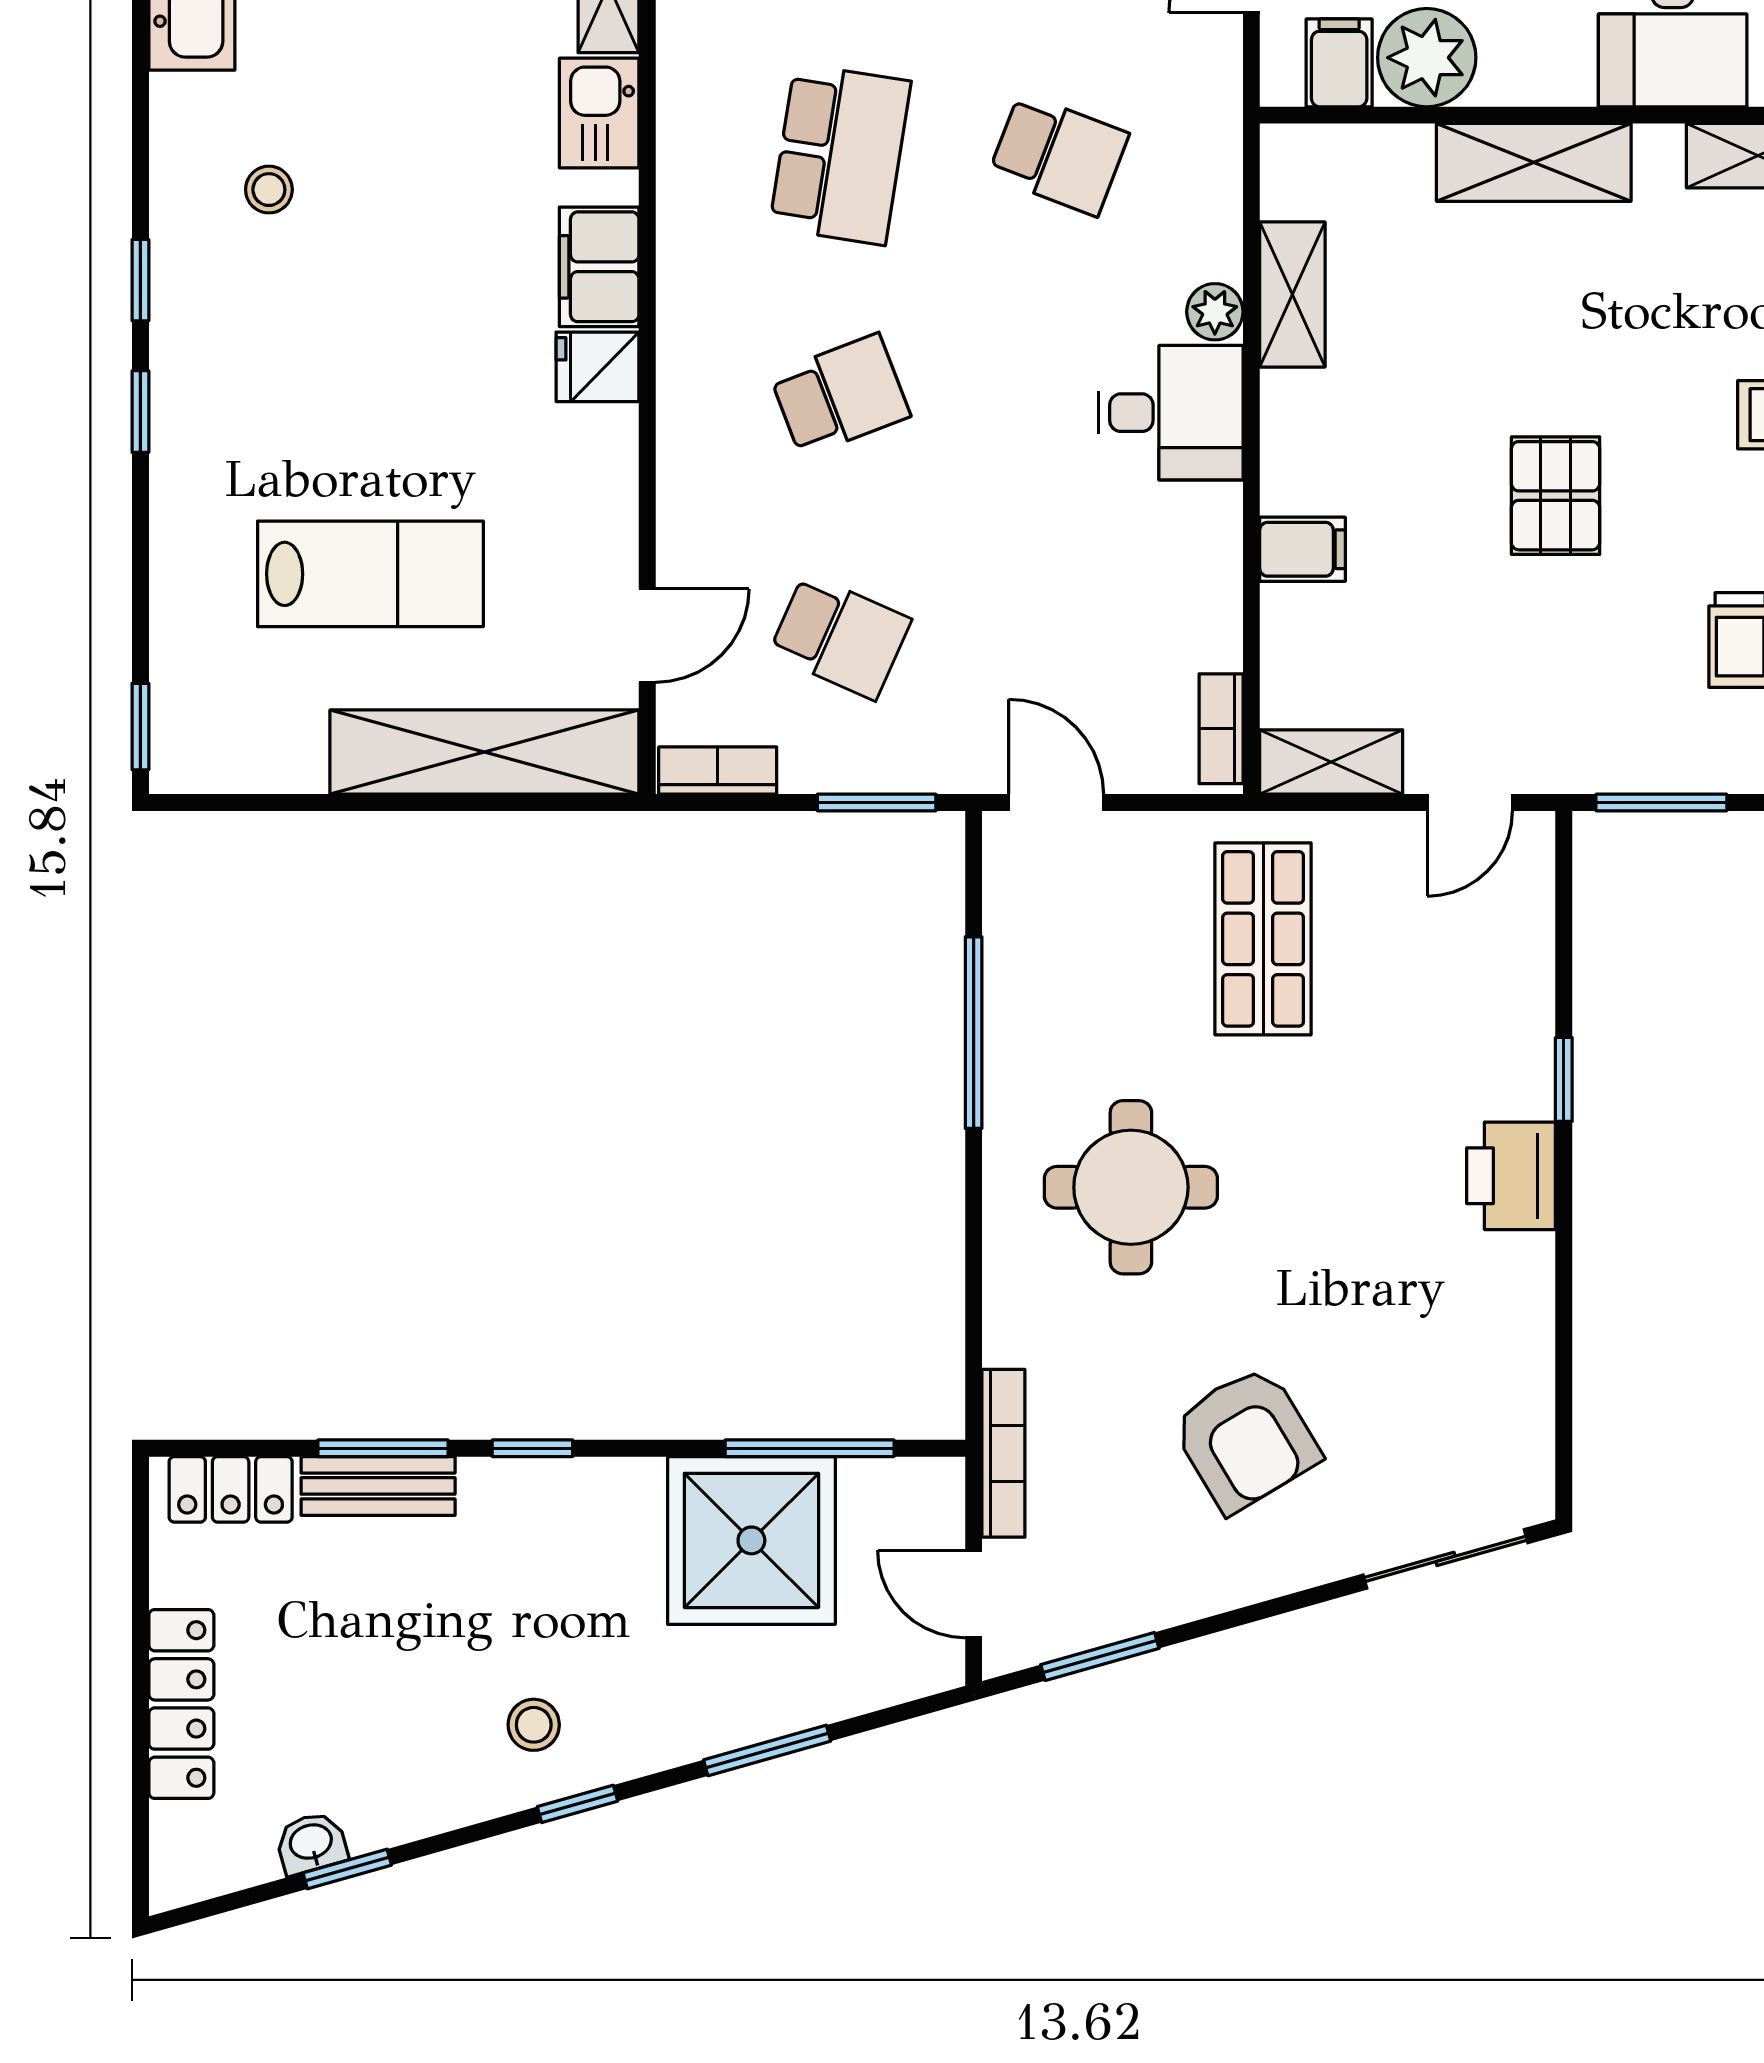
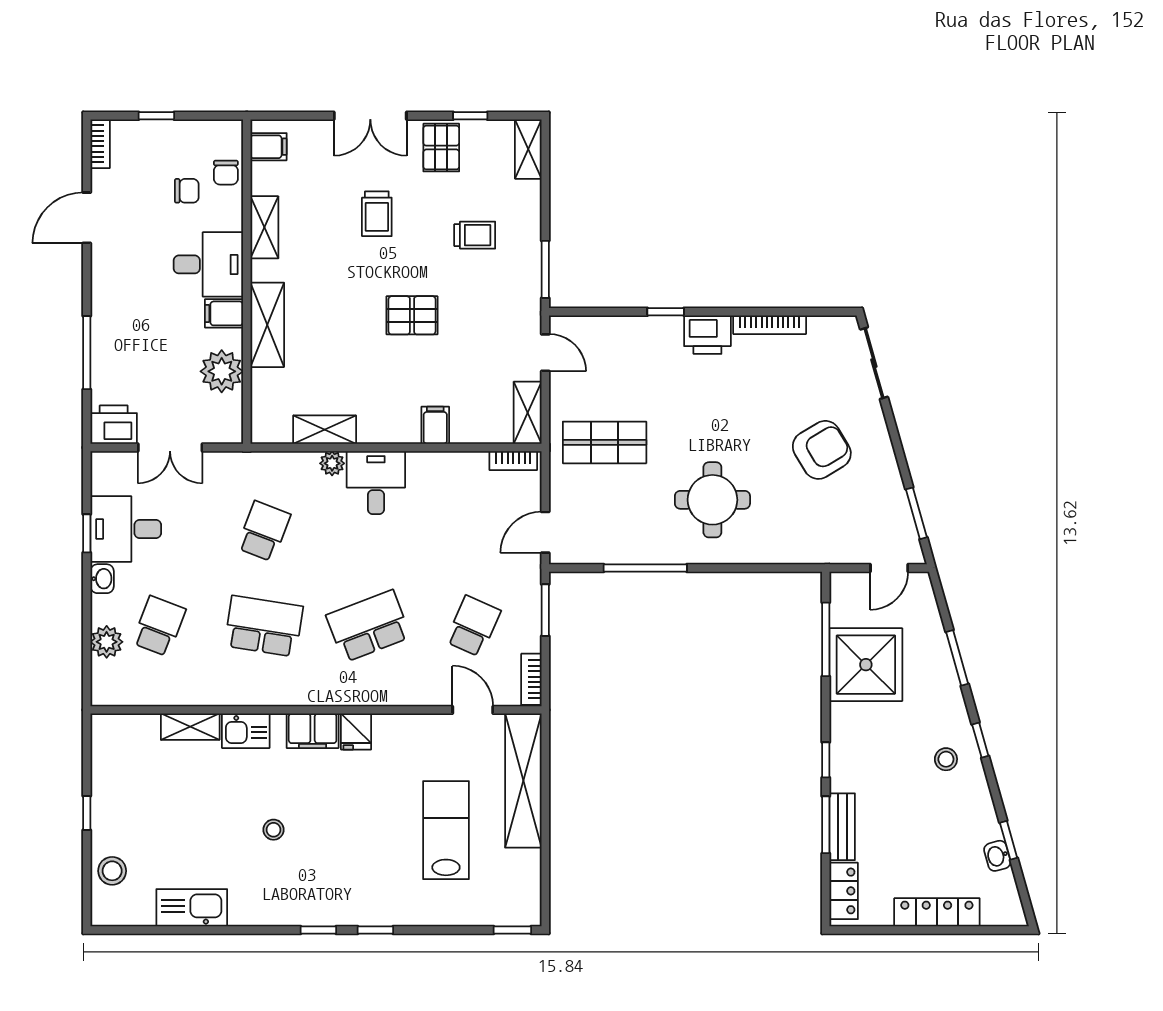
filing cabinet: (1339, 63) -> (224, 313), moved
stool: (269, 190) -> (273, 830), moved
school desk: (840, 395) -> (368, 626), width x1.85
bookcase: (1003, 1453) -> (770, 325), moved, turned 180

